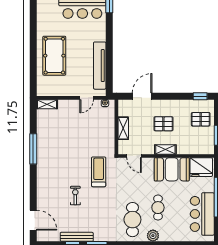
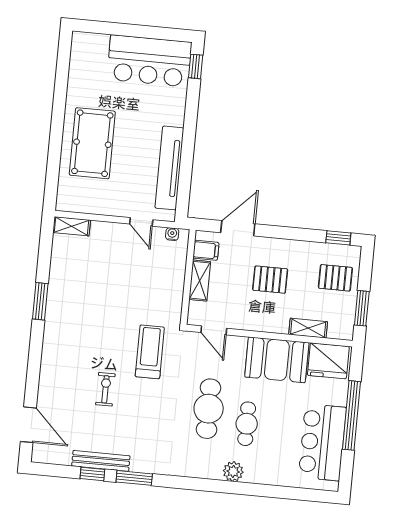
door: (87, 98) -> (141, 222), hinge flipped
filing cabinet: (125, 111) -> (206, 250), added
window: (33, 149) -> (40, 301), width x0.69
shelving: (165, 149) -> (308, 328), moved
cafe table: (132, 220) -> (209, 409), moved

